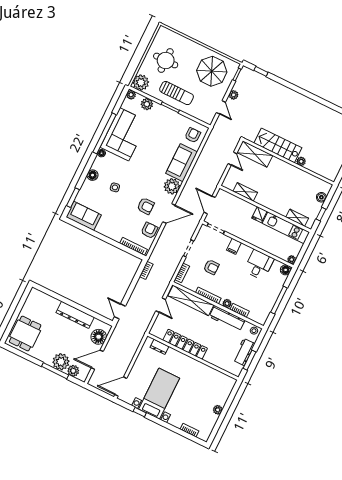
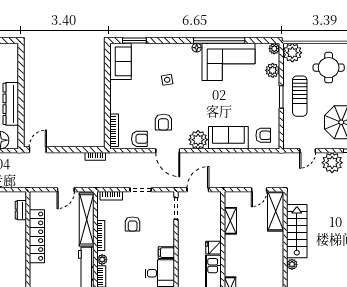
plant: (234, 95) -> (332, 163), width x1.88, depth x1.88
floor lamp: (93, 175) -> (169, 50), removed
filing cabinet: (234, 246) -> (166, 253), moved

